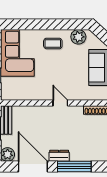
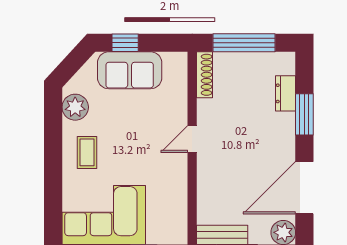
dresser: (59, 156) -> (285, 93), moved
window: (74, 166) -> (304, 114), width x0.69

